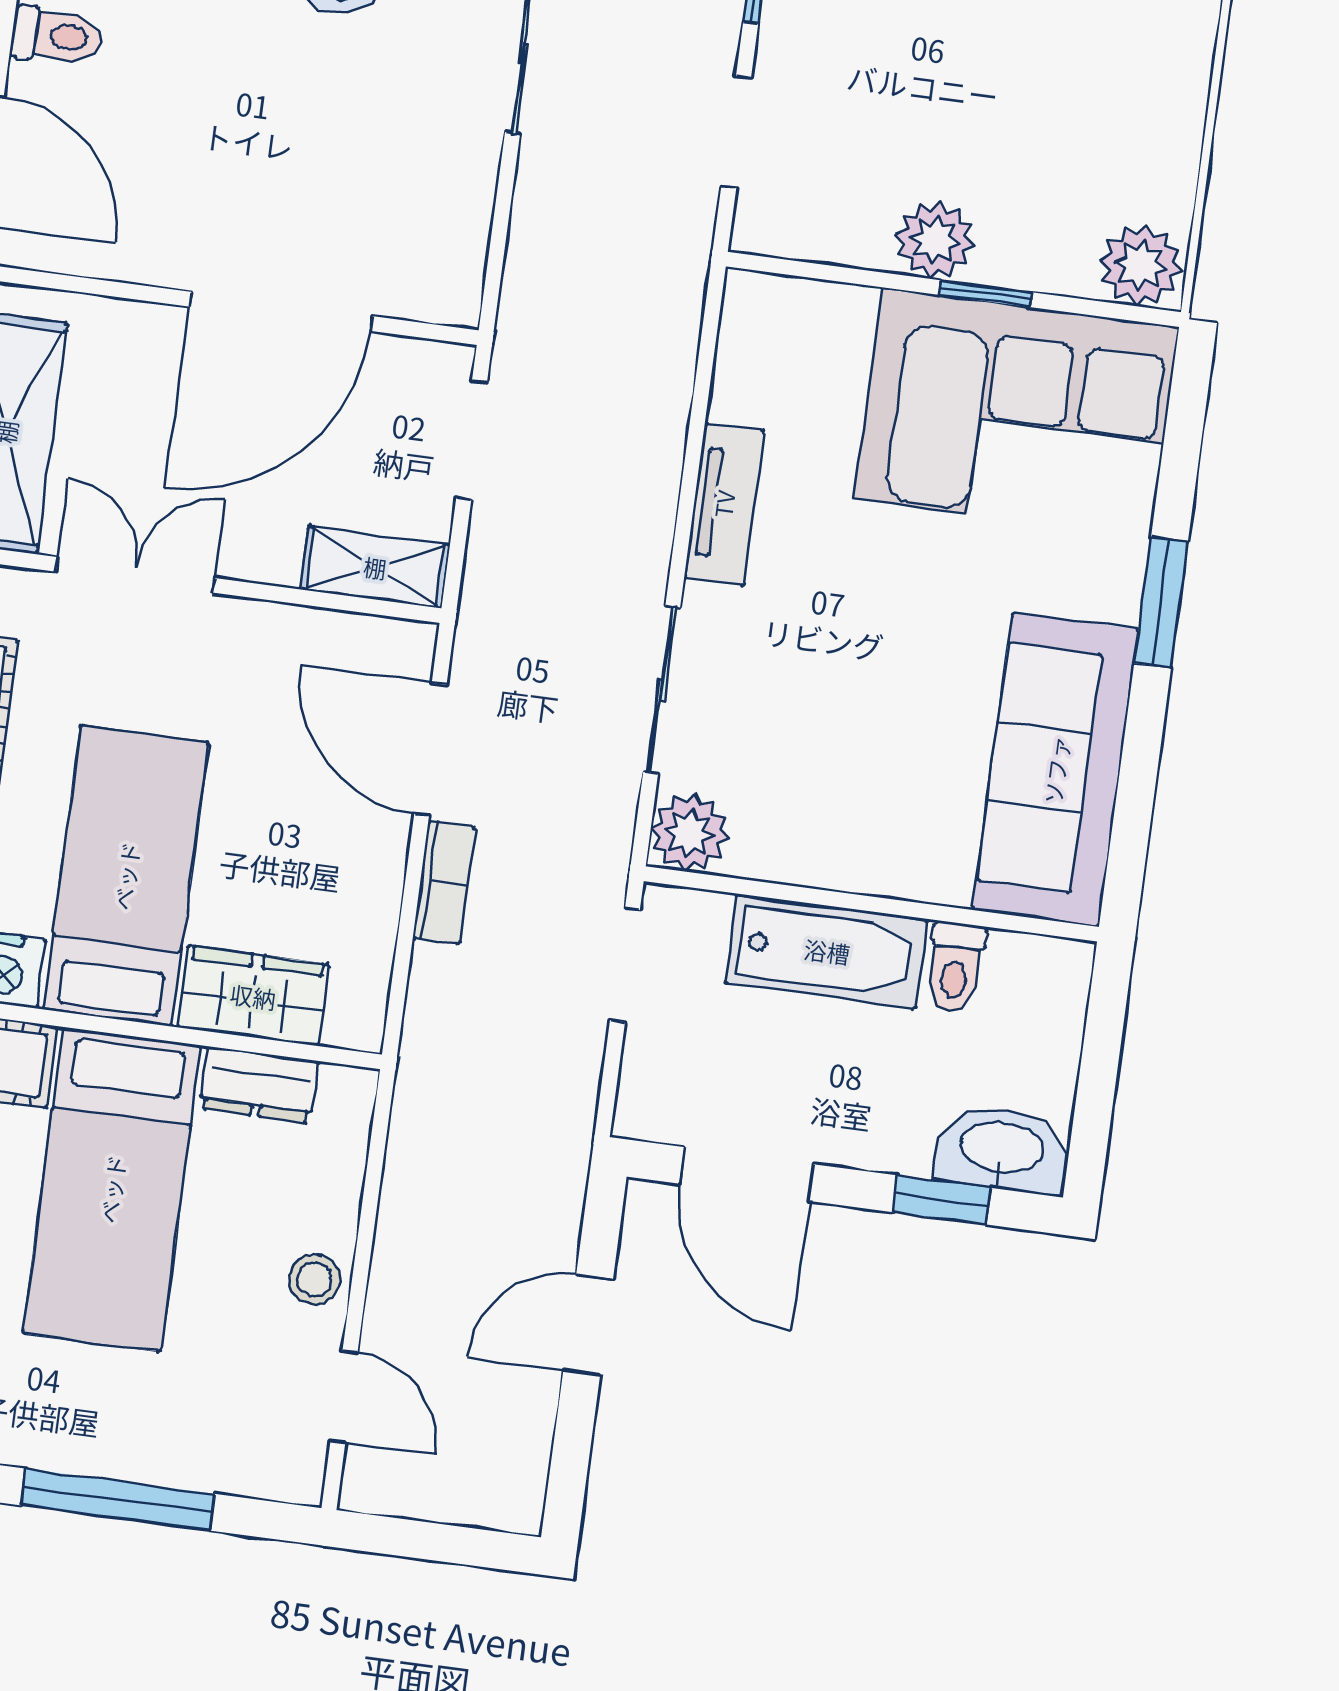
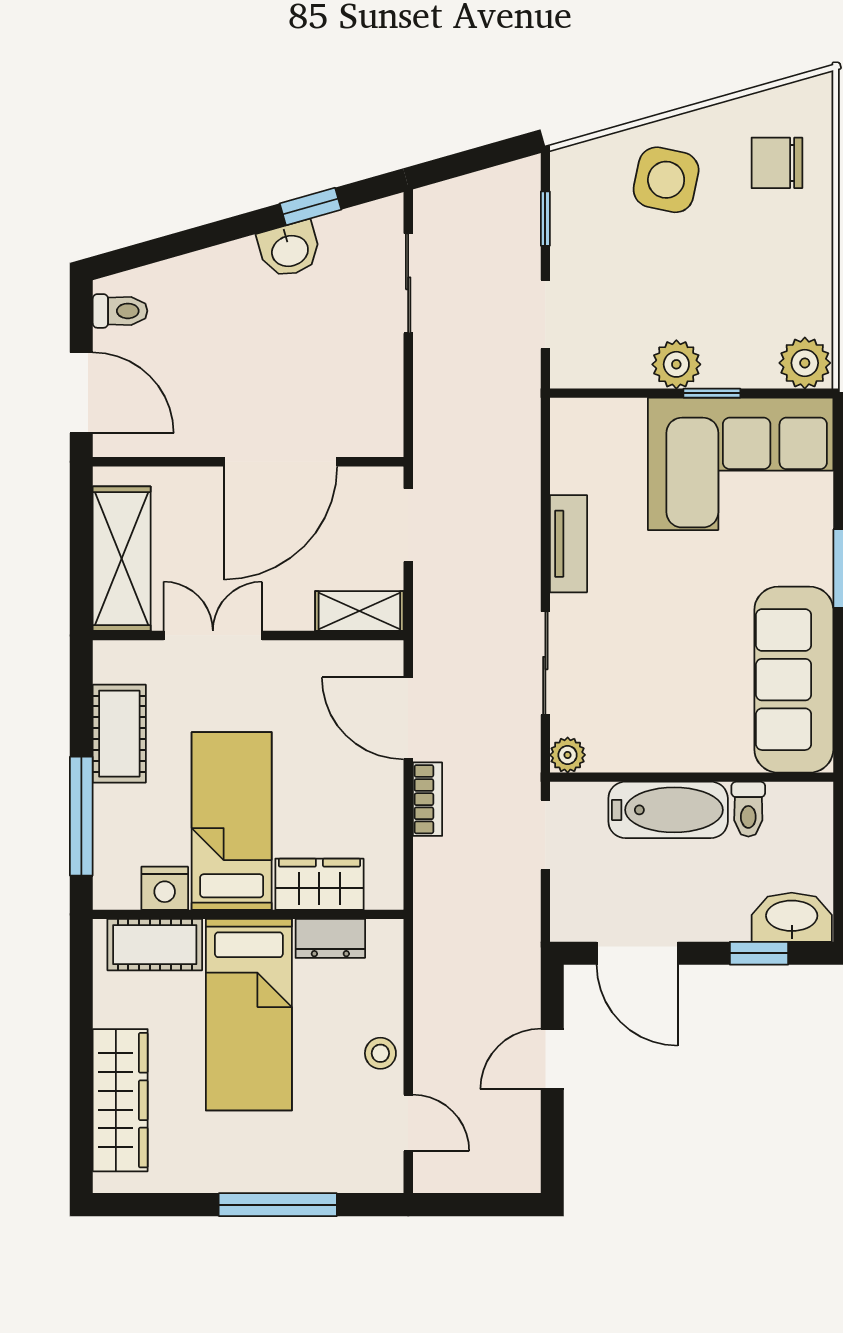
plant: (690, 833) -> (568, 755), width x0.73, depth x0.73

